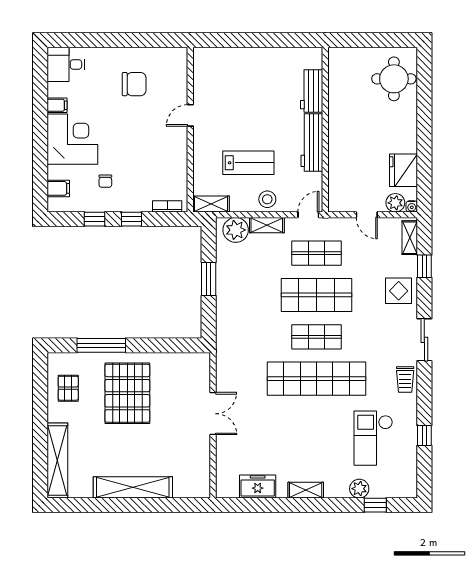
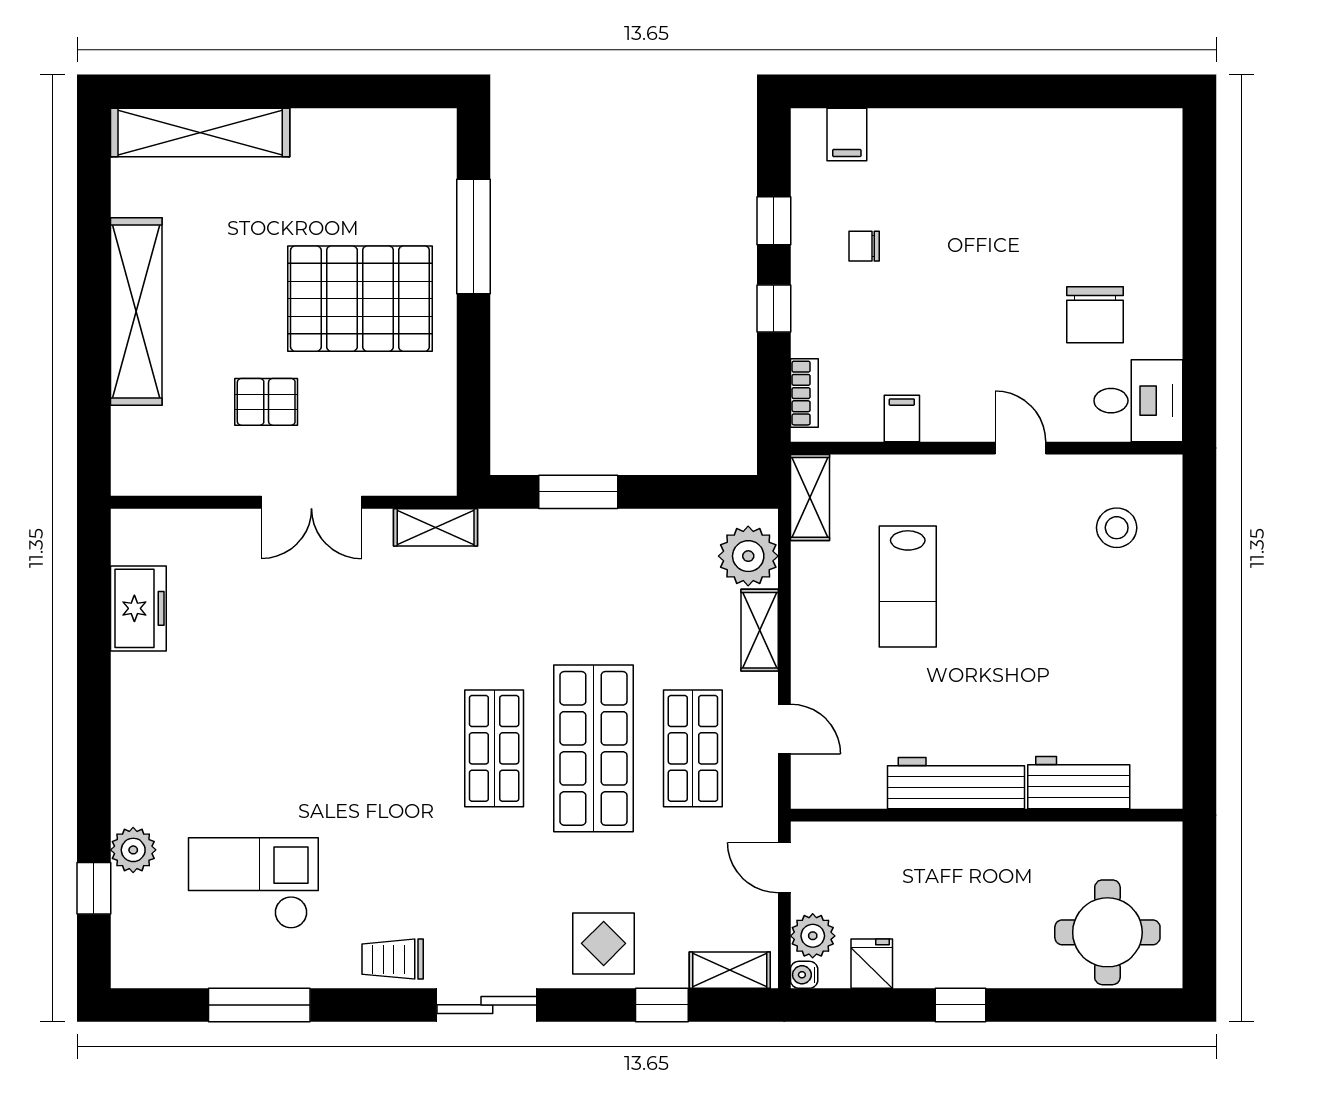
desk: (66, 64) -> (1138, 401), moved, turned 90
workbench: (312, 91) -> (1079, 783), moved
filing cabinet: (57, 105) -> (902, 418), moved, turned 180
wall: (325, 130) -> (987, 815), moved
corner desk: (72, 139) -> (964, 168), removed
window: (424, 141) -> (960, 1005), added
workbench: (312, 143) -> (956, 783), moved
fridge: (404, 170) -> (872, 964), width x0.53, depth x0.75
stool: (267, 199) -> (1117, 528), moved
door: (367, 215) -> (784, 868), hinge flipped
window: (209, 279) -> (578, 492), moved
shop shelf: (317, 379) -> (395, 748), removed
pallet: (68, 388) -> (266, 402), moved
window: (424, 436) -> (259, 1005), width x2.17
shelving: (306, 490) -> (436, 527), moved, turned 90

